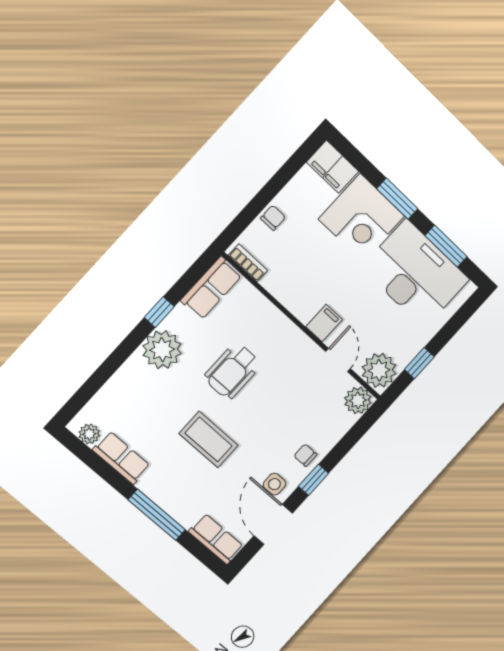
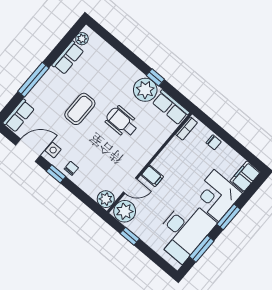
plant: (162, 350) -> (145, 90), moved

